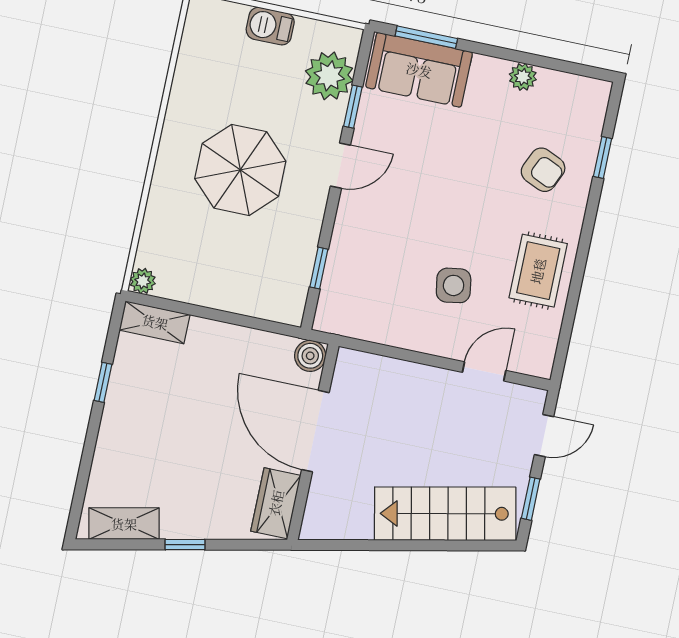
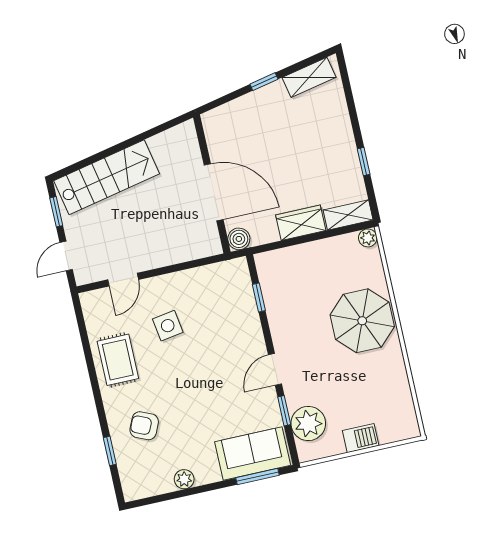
parasol: (240, 170) -> (362, 321), moved
wardrobe: (276, 503) -> (301, 223), moved, turned -90

